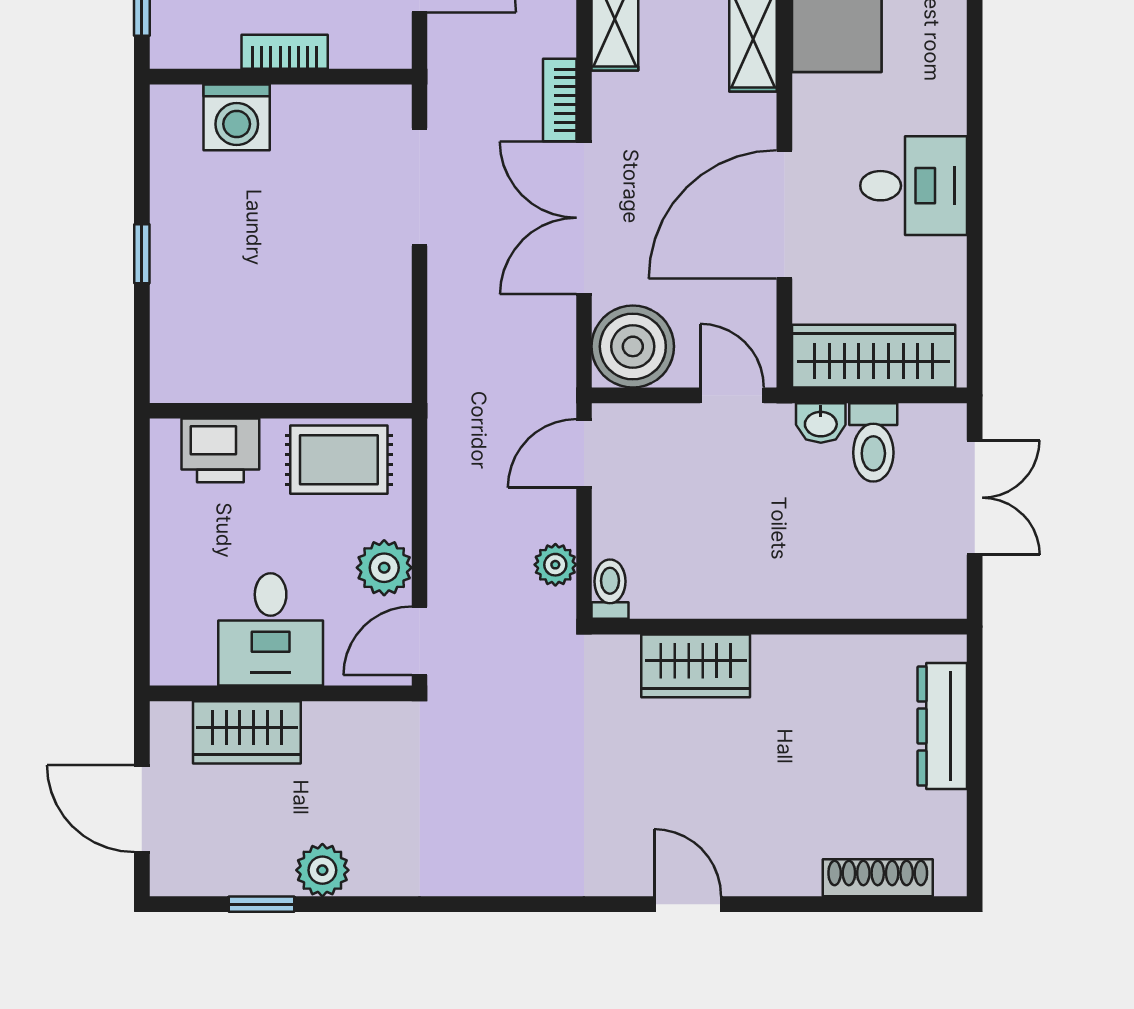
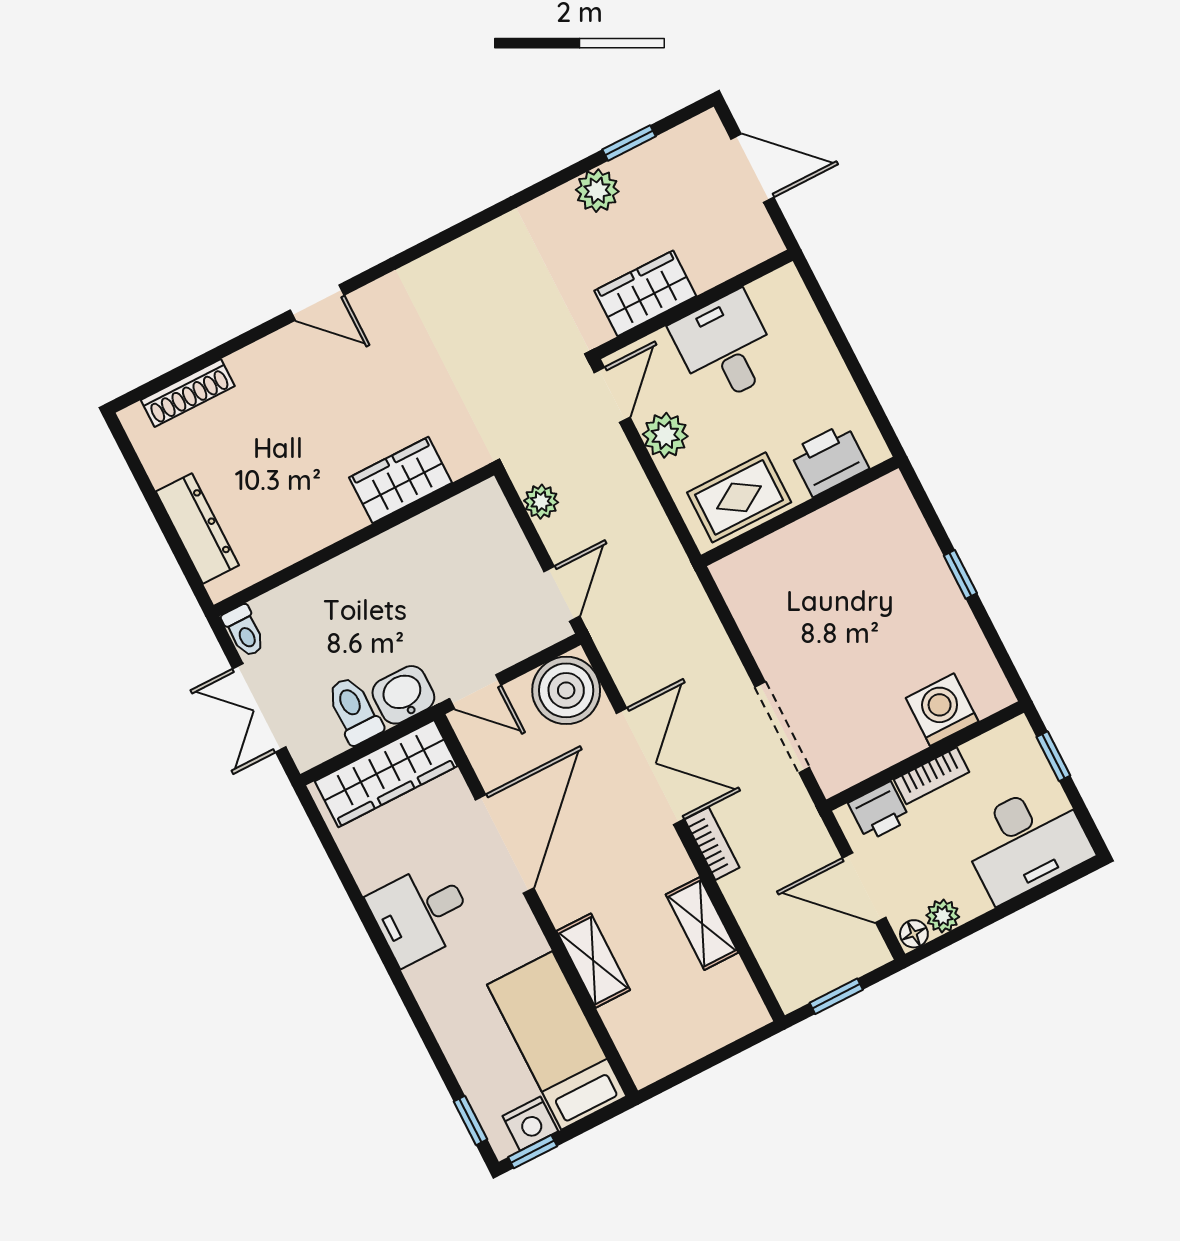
printer: (361, 42) -> (879, 811), added
washbasin: (821, 423) -> (403, 695), width x1.38, depth x1.45
toilet: (610, 589) -> (244, 631), moved
wardrobe: (247, 732) -> (645, 293), moved

